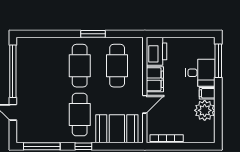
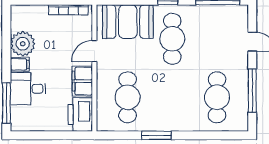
cafe table: (80, 66) -> (217, 97), moved
window: (13, 71) -> (252, 91), width x0.68

